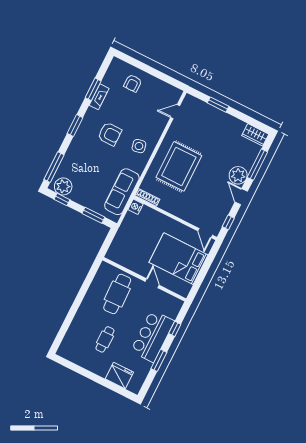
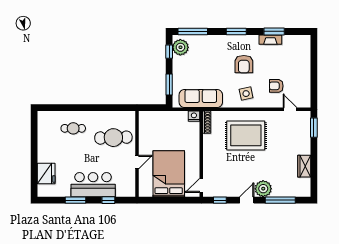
armchair: (133, 83) -> (276, 86), moved
window: (218, 105) -> (314, 128), moved
wardrobe: (255, 135) -> (304, 166), moved
cafe table: (105, 339) -> (73, 128), moved

